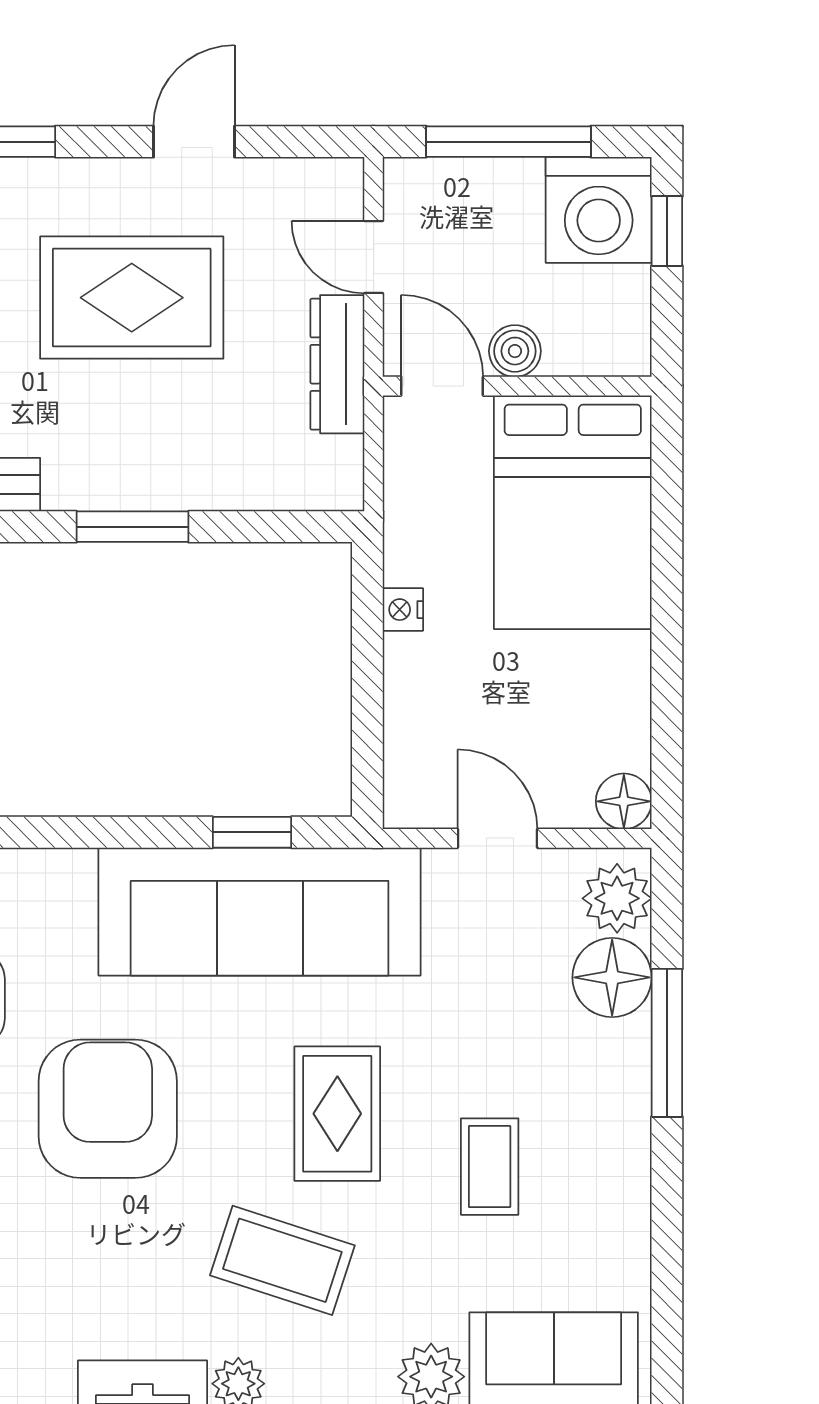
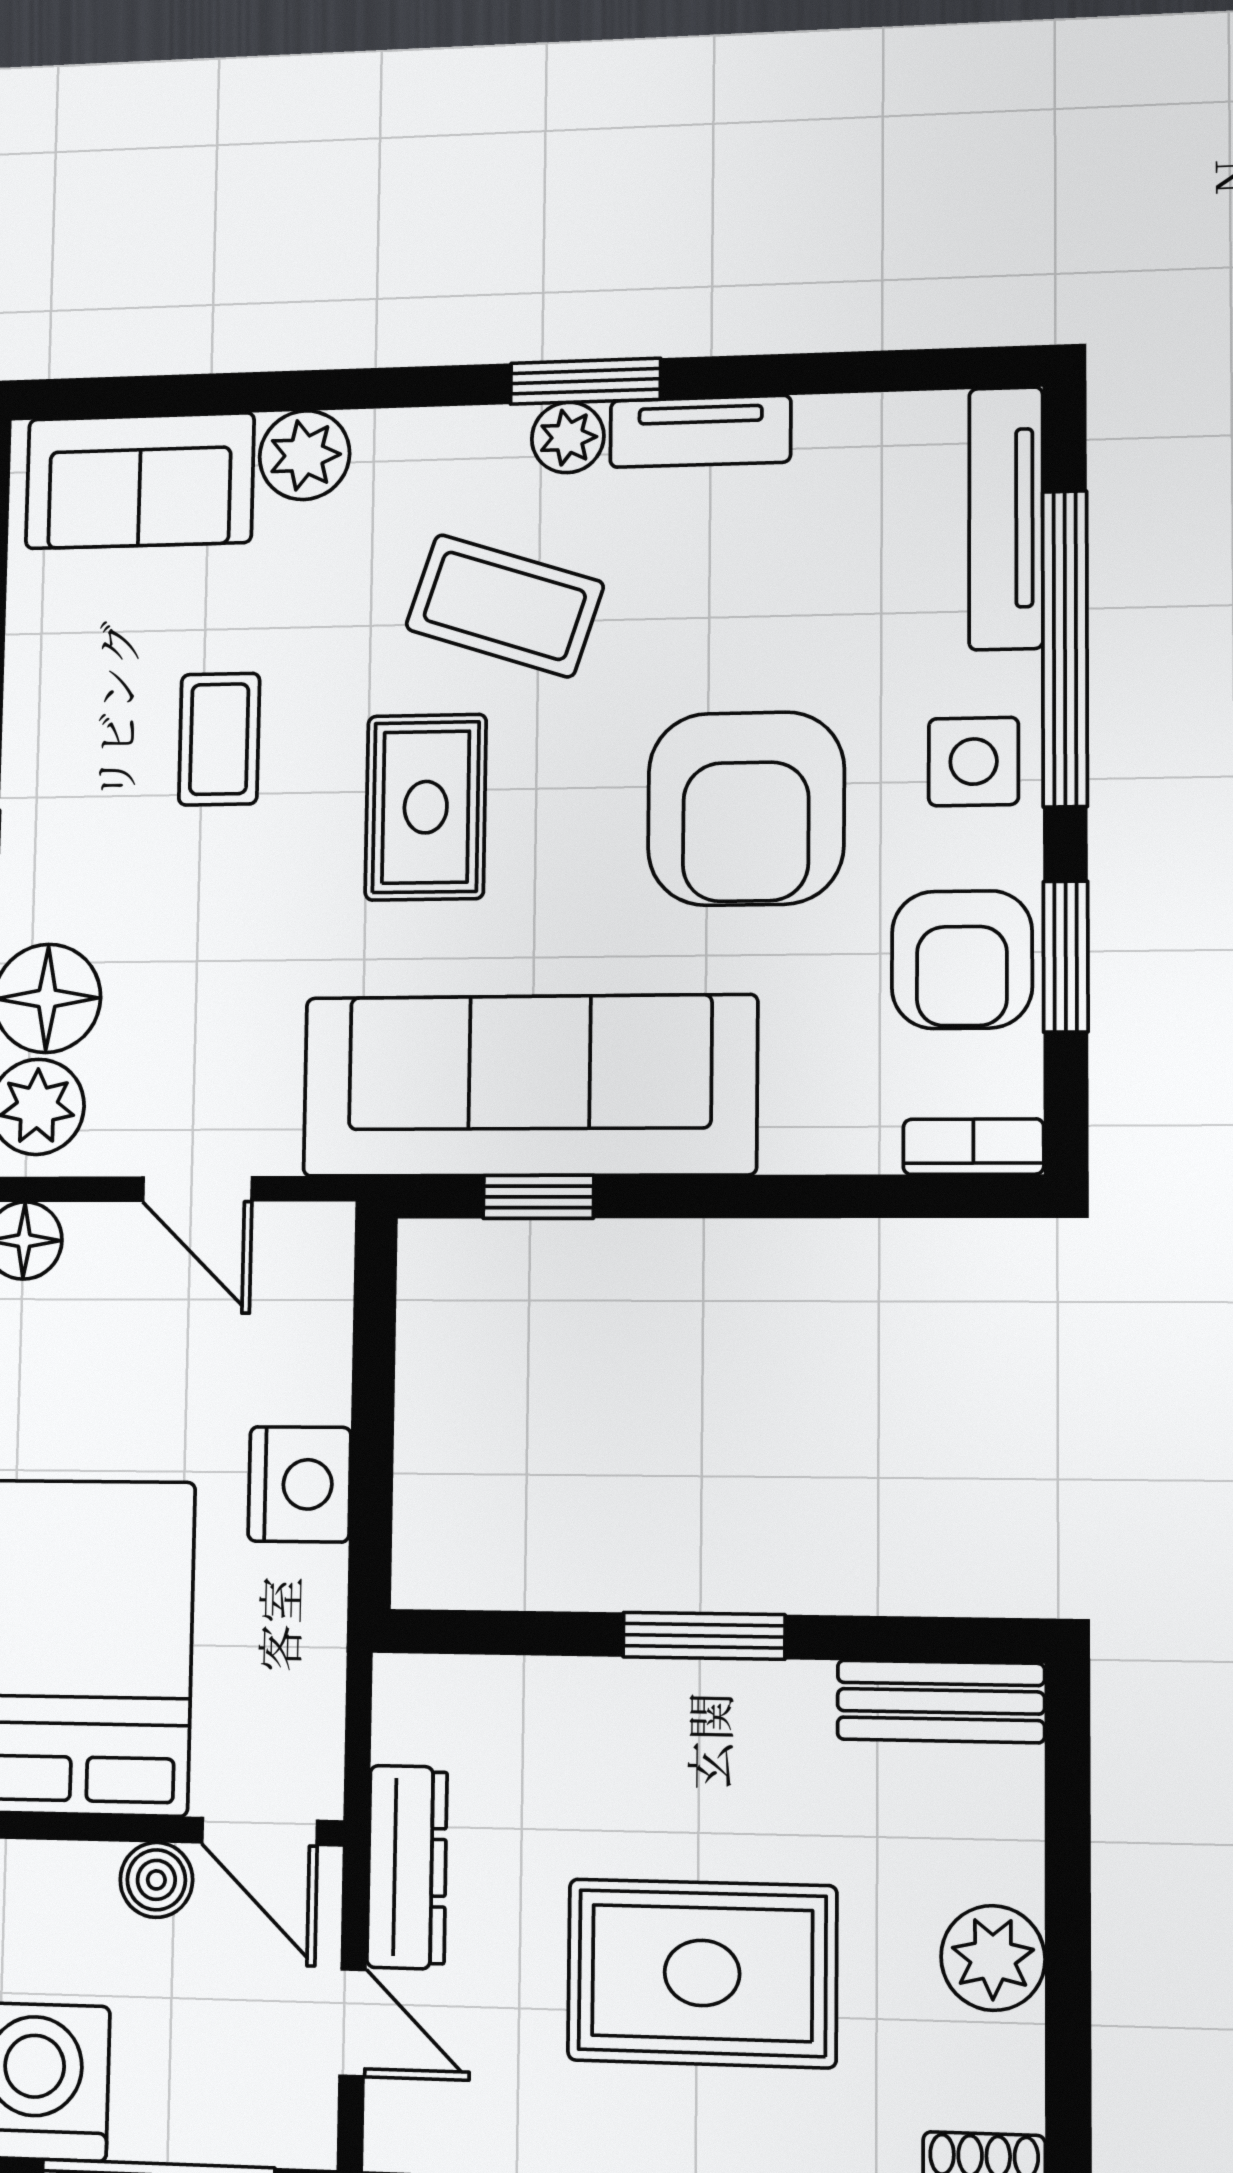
nightstand: (403, 610) -> (300, 1484), width x1.89, depth x1.79

